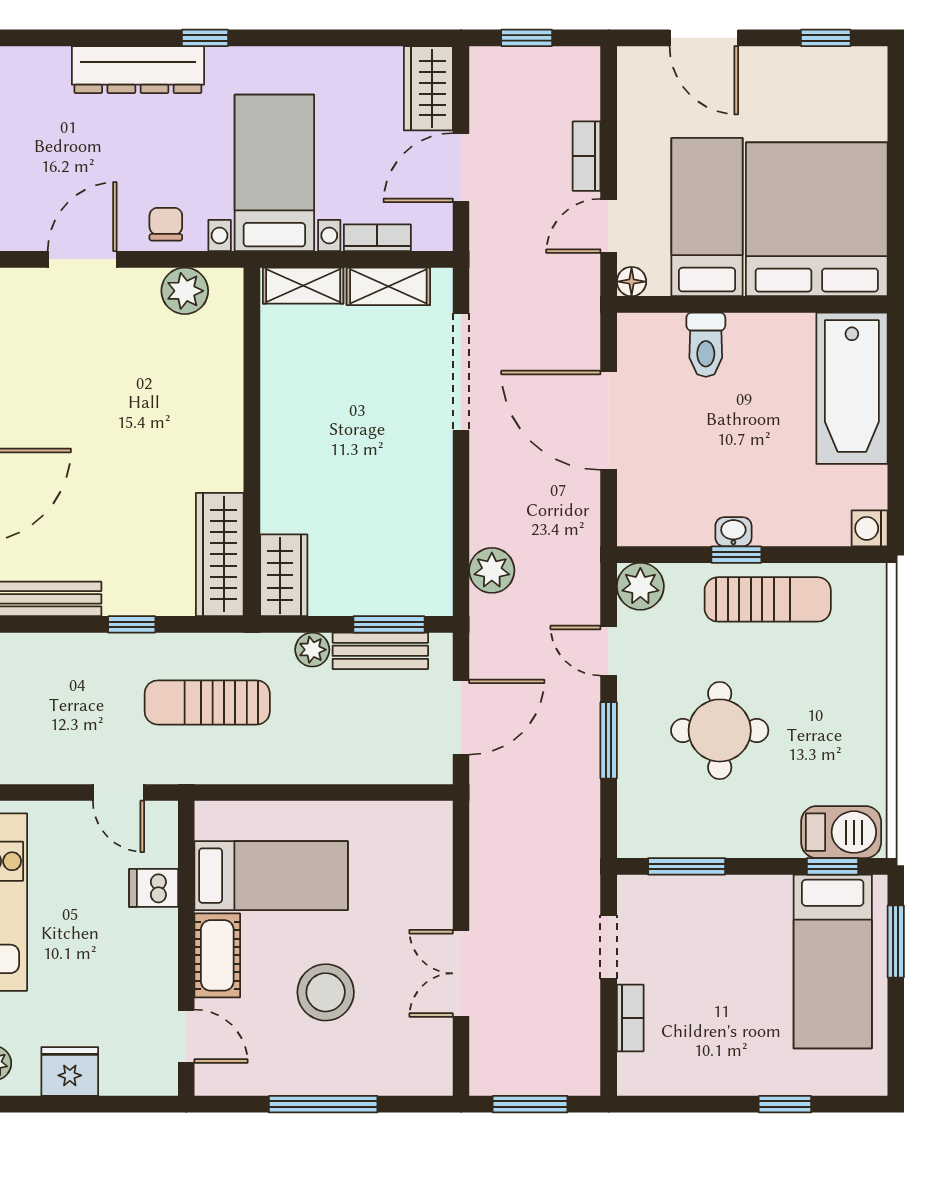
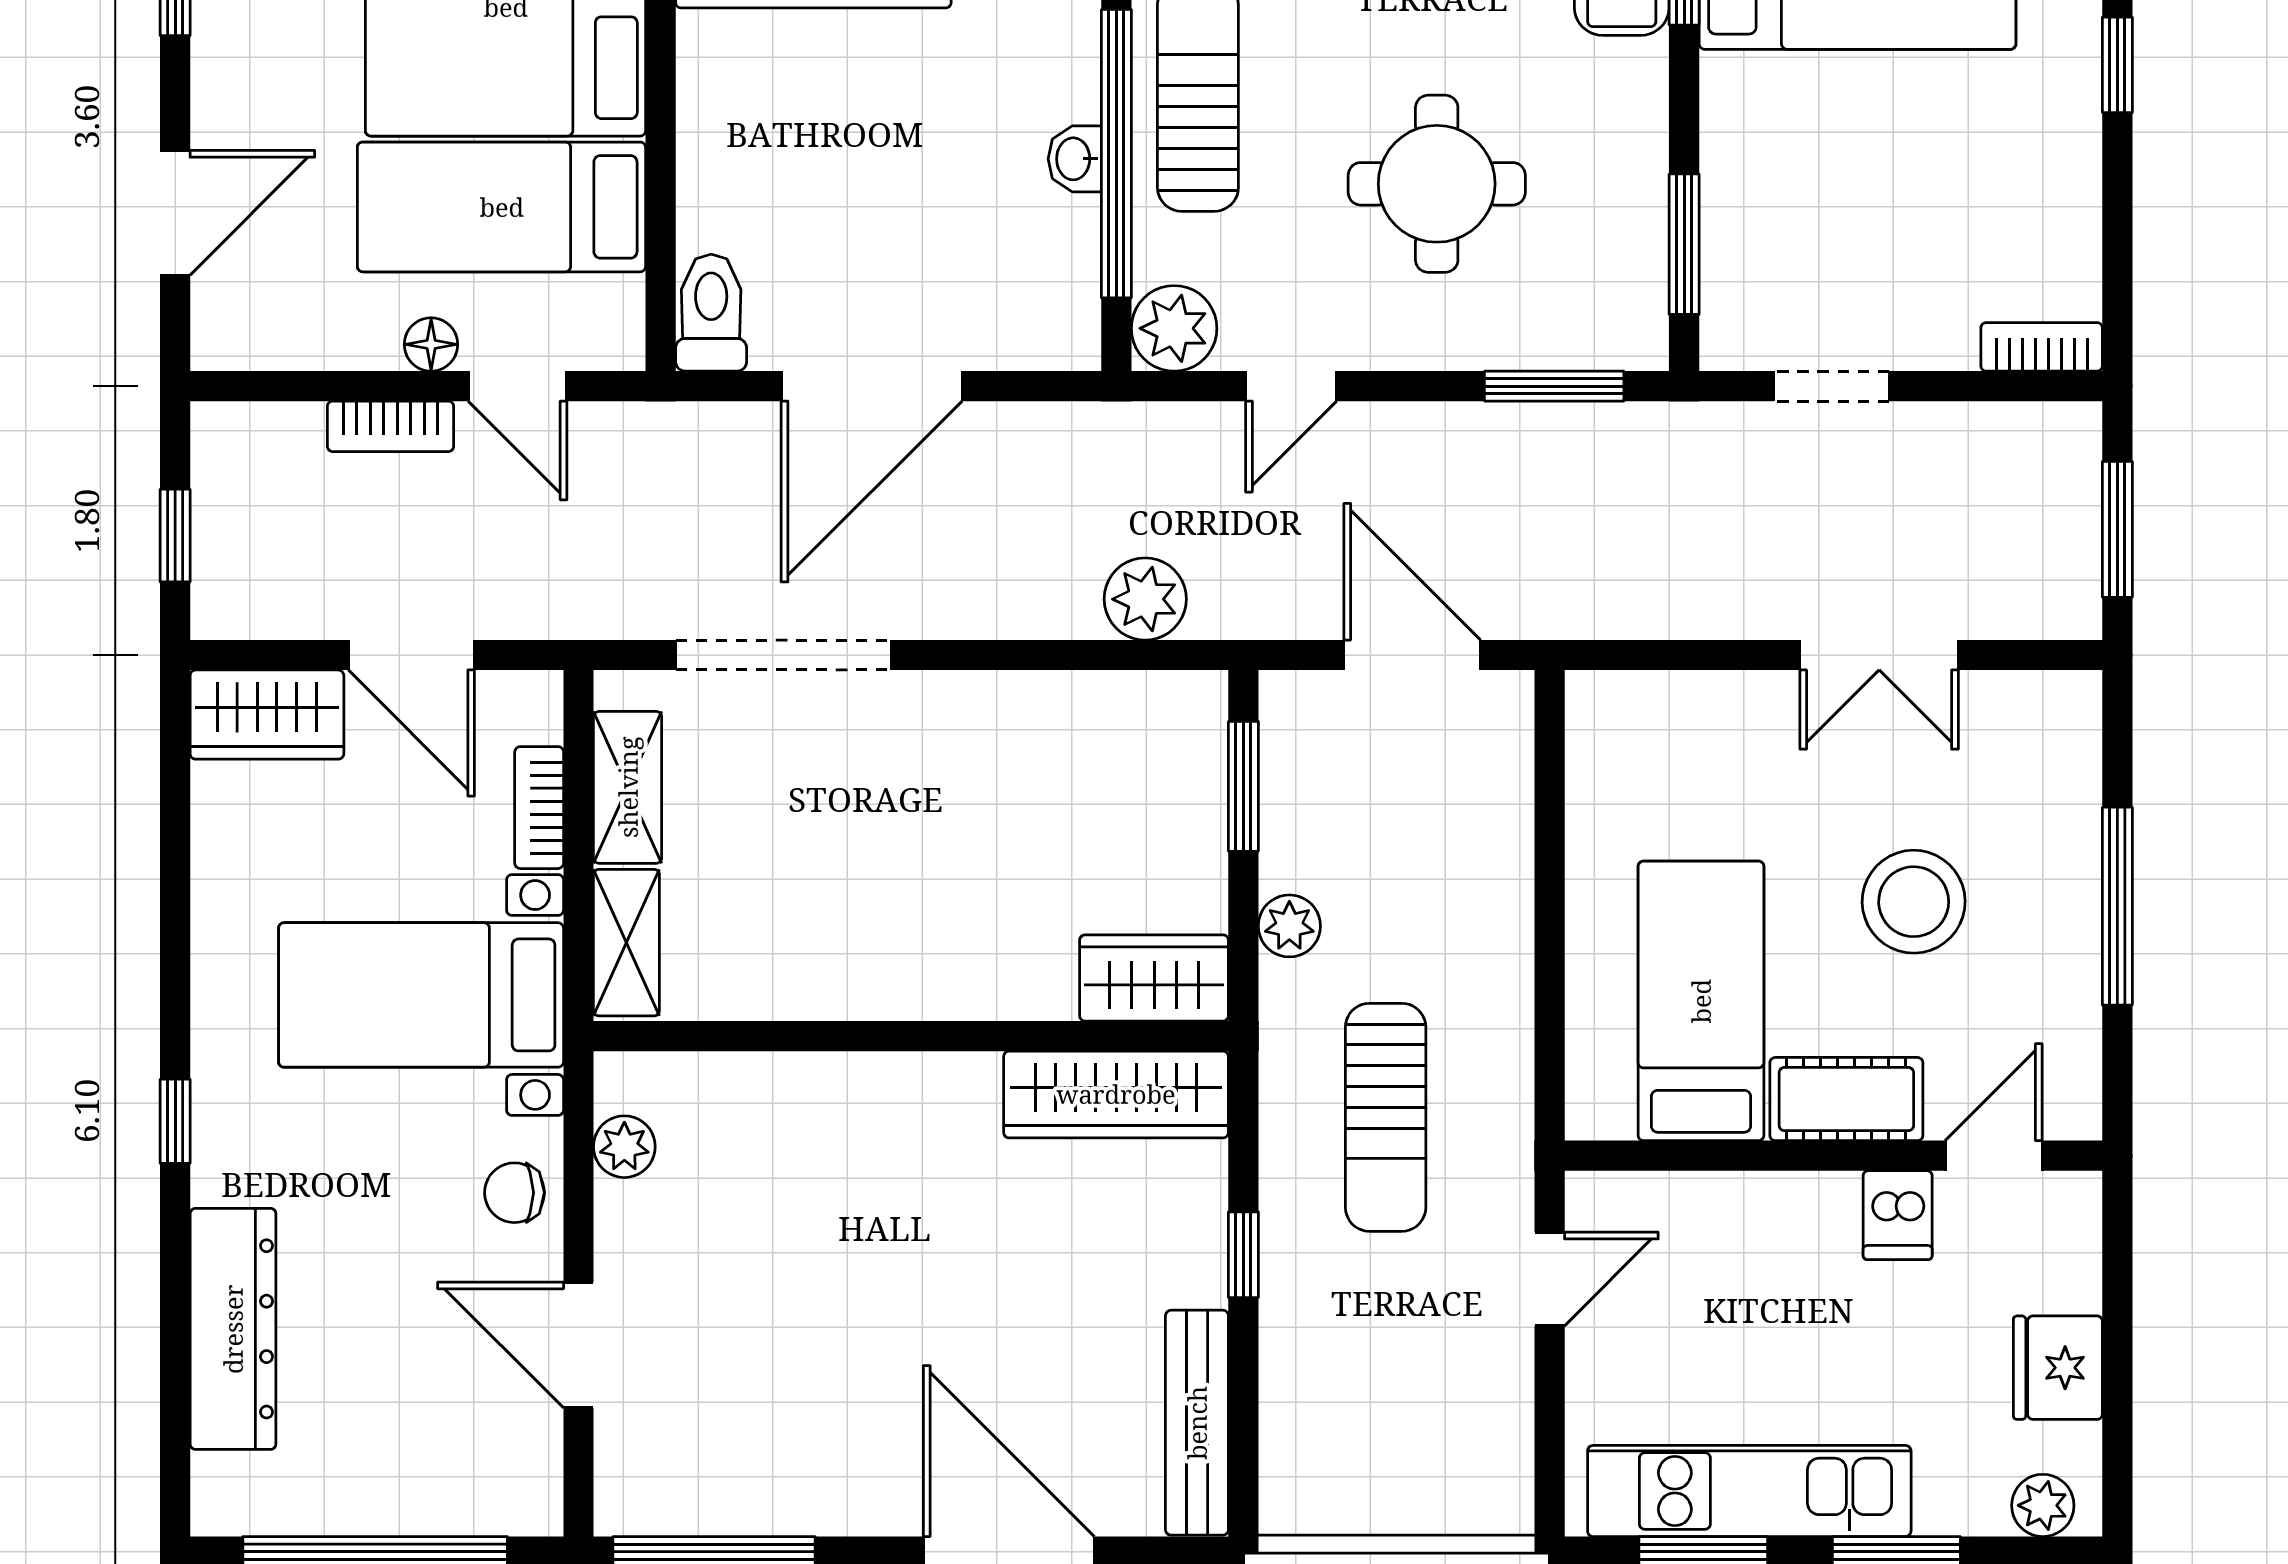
dresser: (138, 70) -> (233, 1329), moved
floor lamp: (632, 282) -> (431, 344), moved
plant: (185, 291) -> (624, 1147), width x0.73, depth x0.73
toilet: (706, 345) -> (711, 313), moved, turned -90
window: (736, 555) -> (1116, 154), width x3.17
bench: (380, 651) -> (1292, 802), removed
window: (609, 740) -> (1554, 386), moved
dishwasher: (154, 888) -> (1898, 1215), moved
bookcase: (630, 1018) -> (2042, 347), moved

